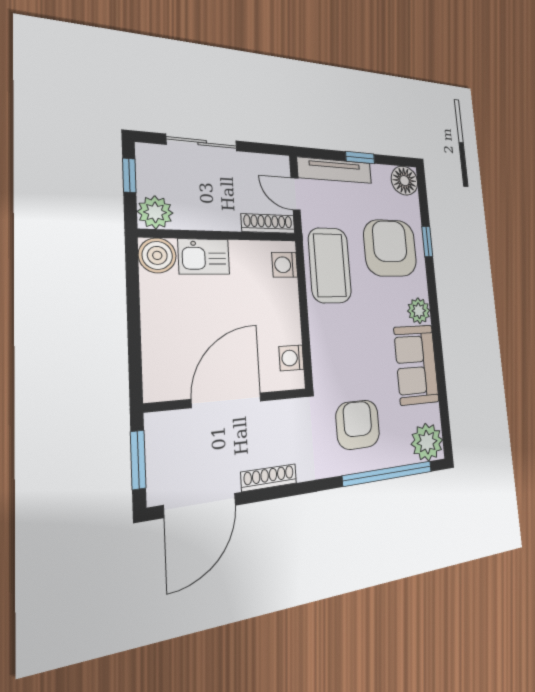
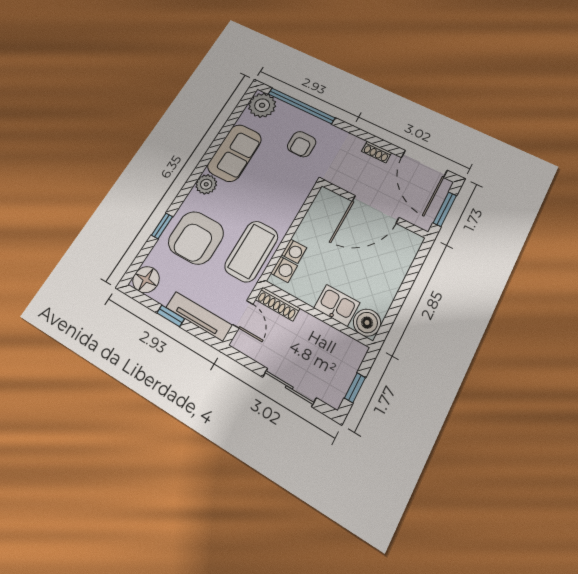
plant: (155, 212) -> (352, 353), removed
washing machine: (291, 358) -> (294, 251), moved
armchair: (358, 425) -> (302, 144), width x0.72, depth x0.72
shoe rack: (269, 478) -> (377, 152), width x0.70
door: (200, 505) -> (424, 164), swing flipped

